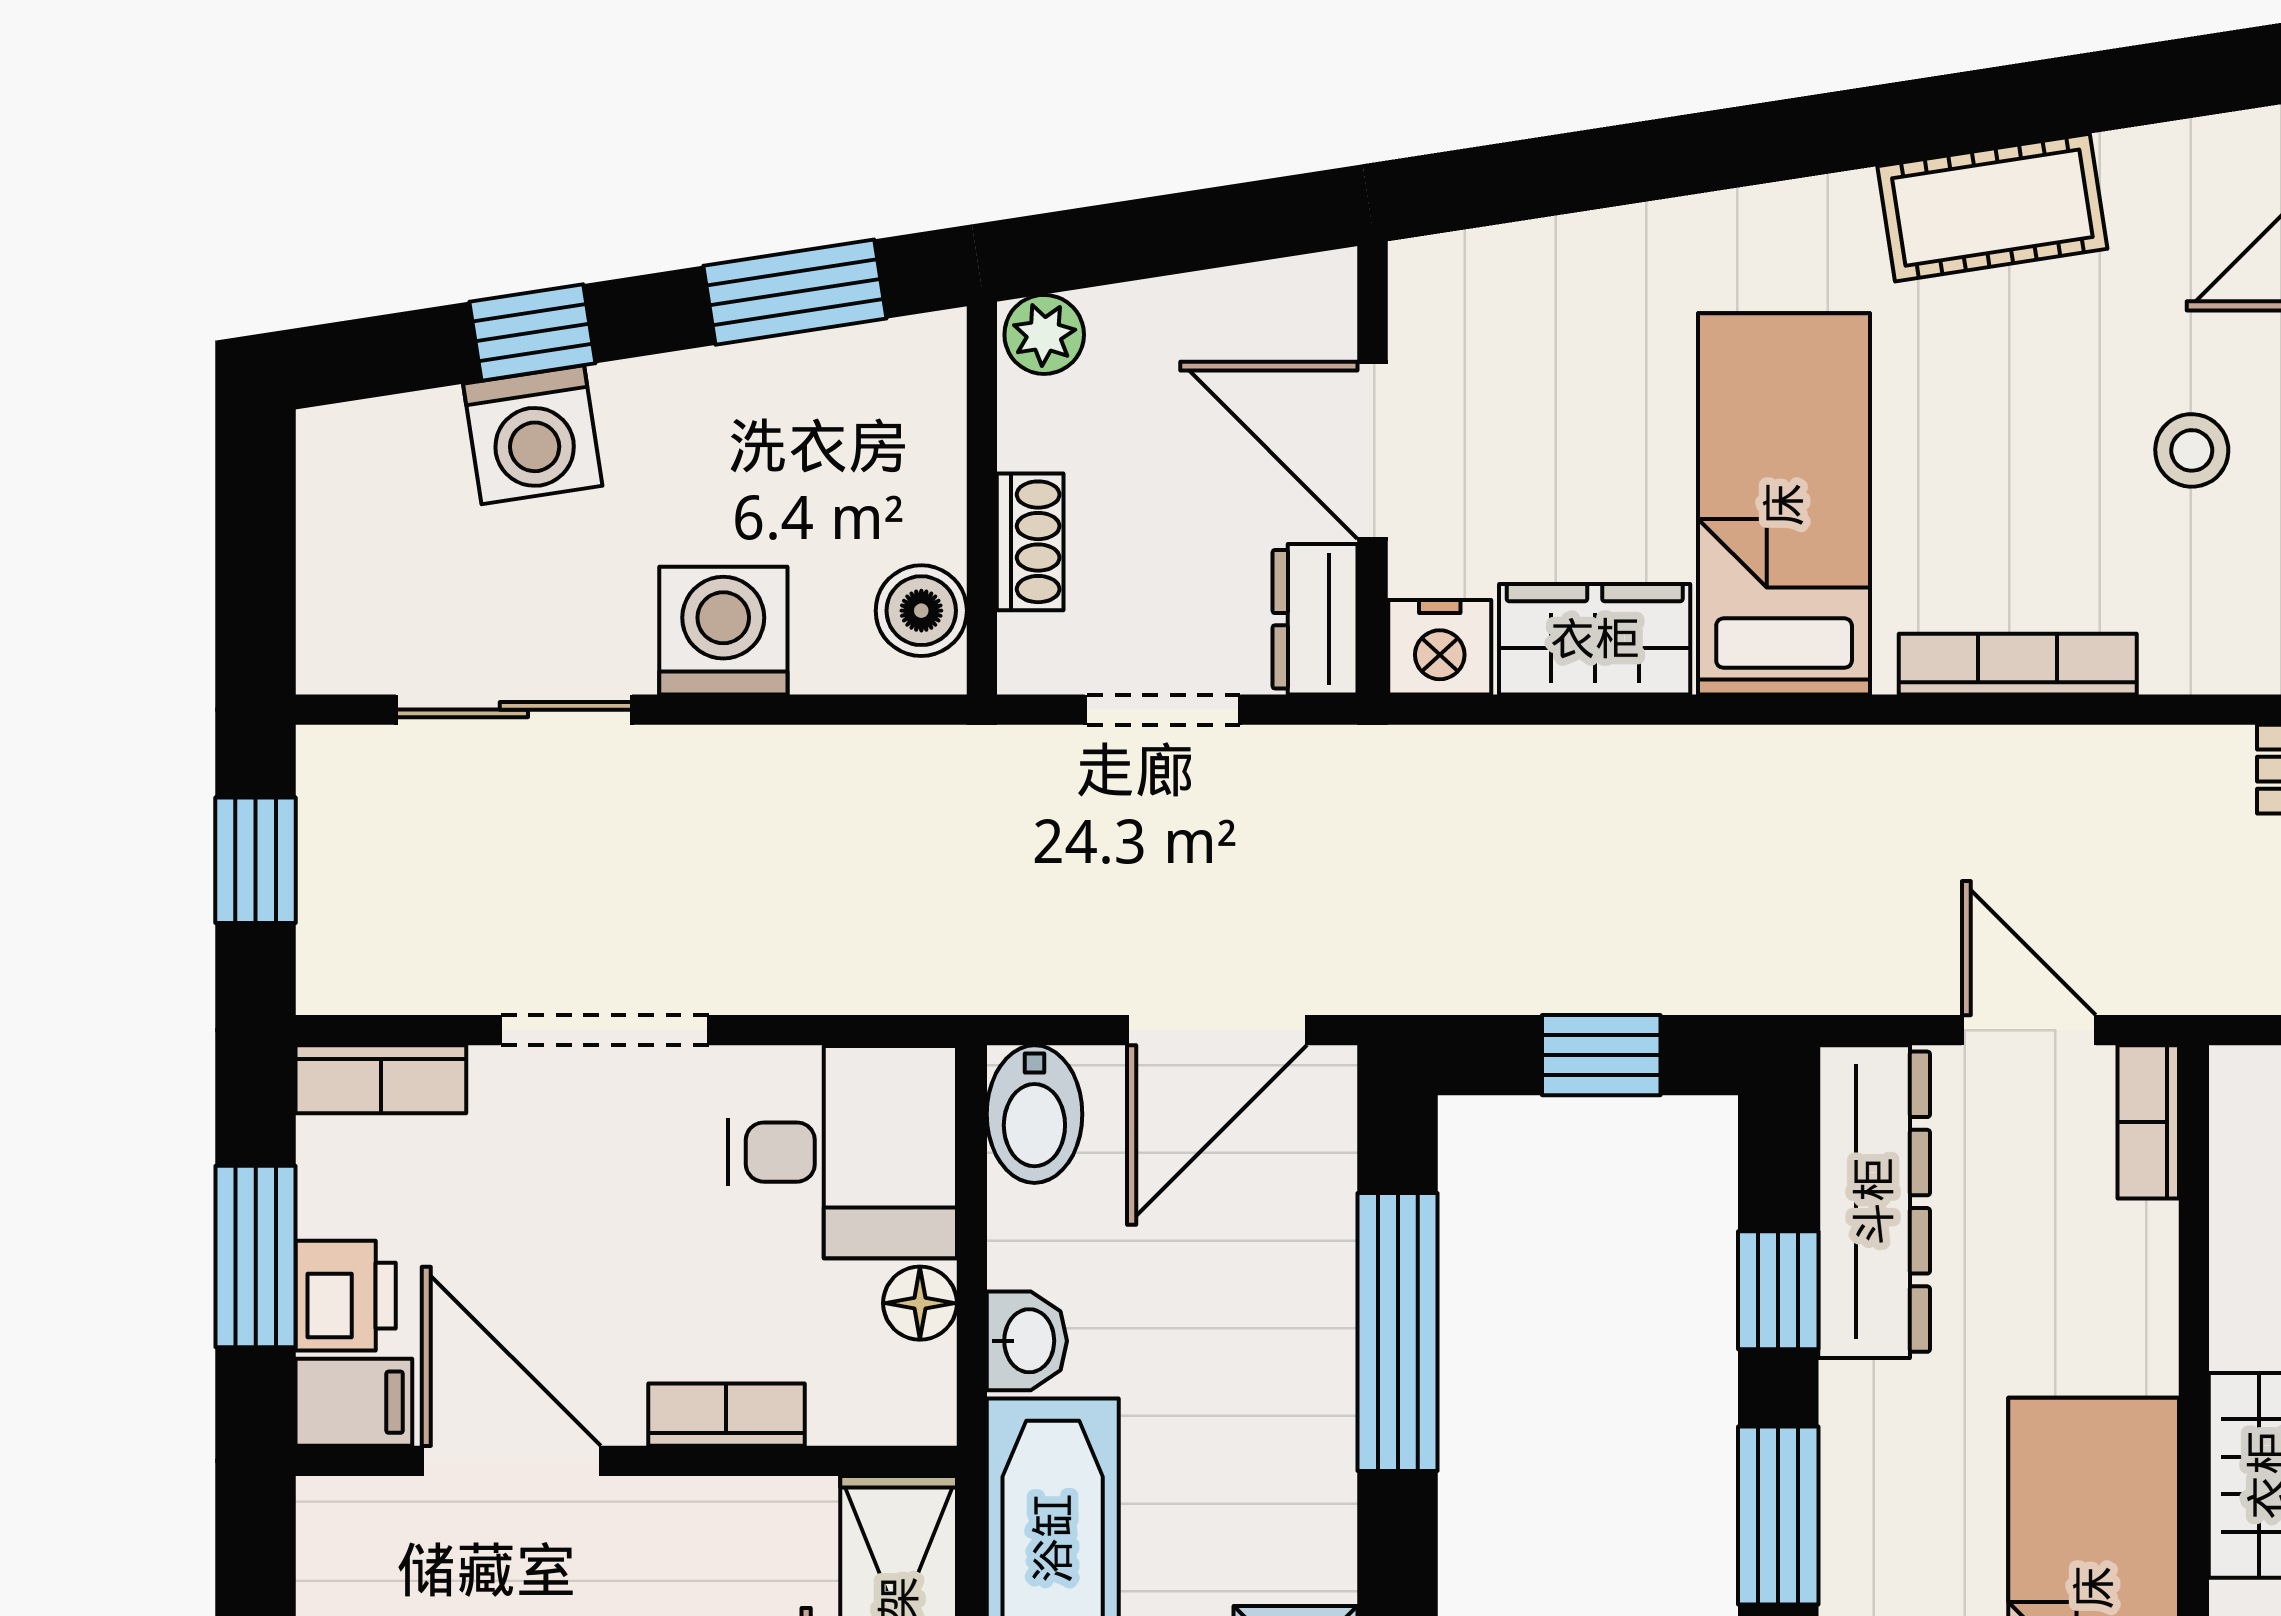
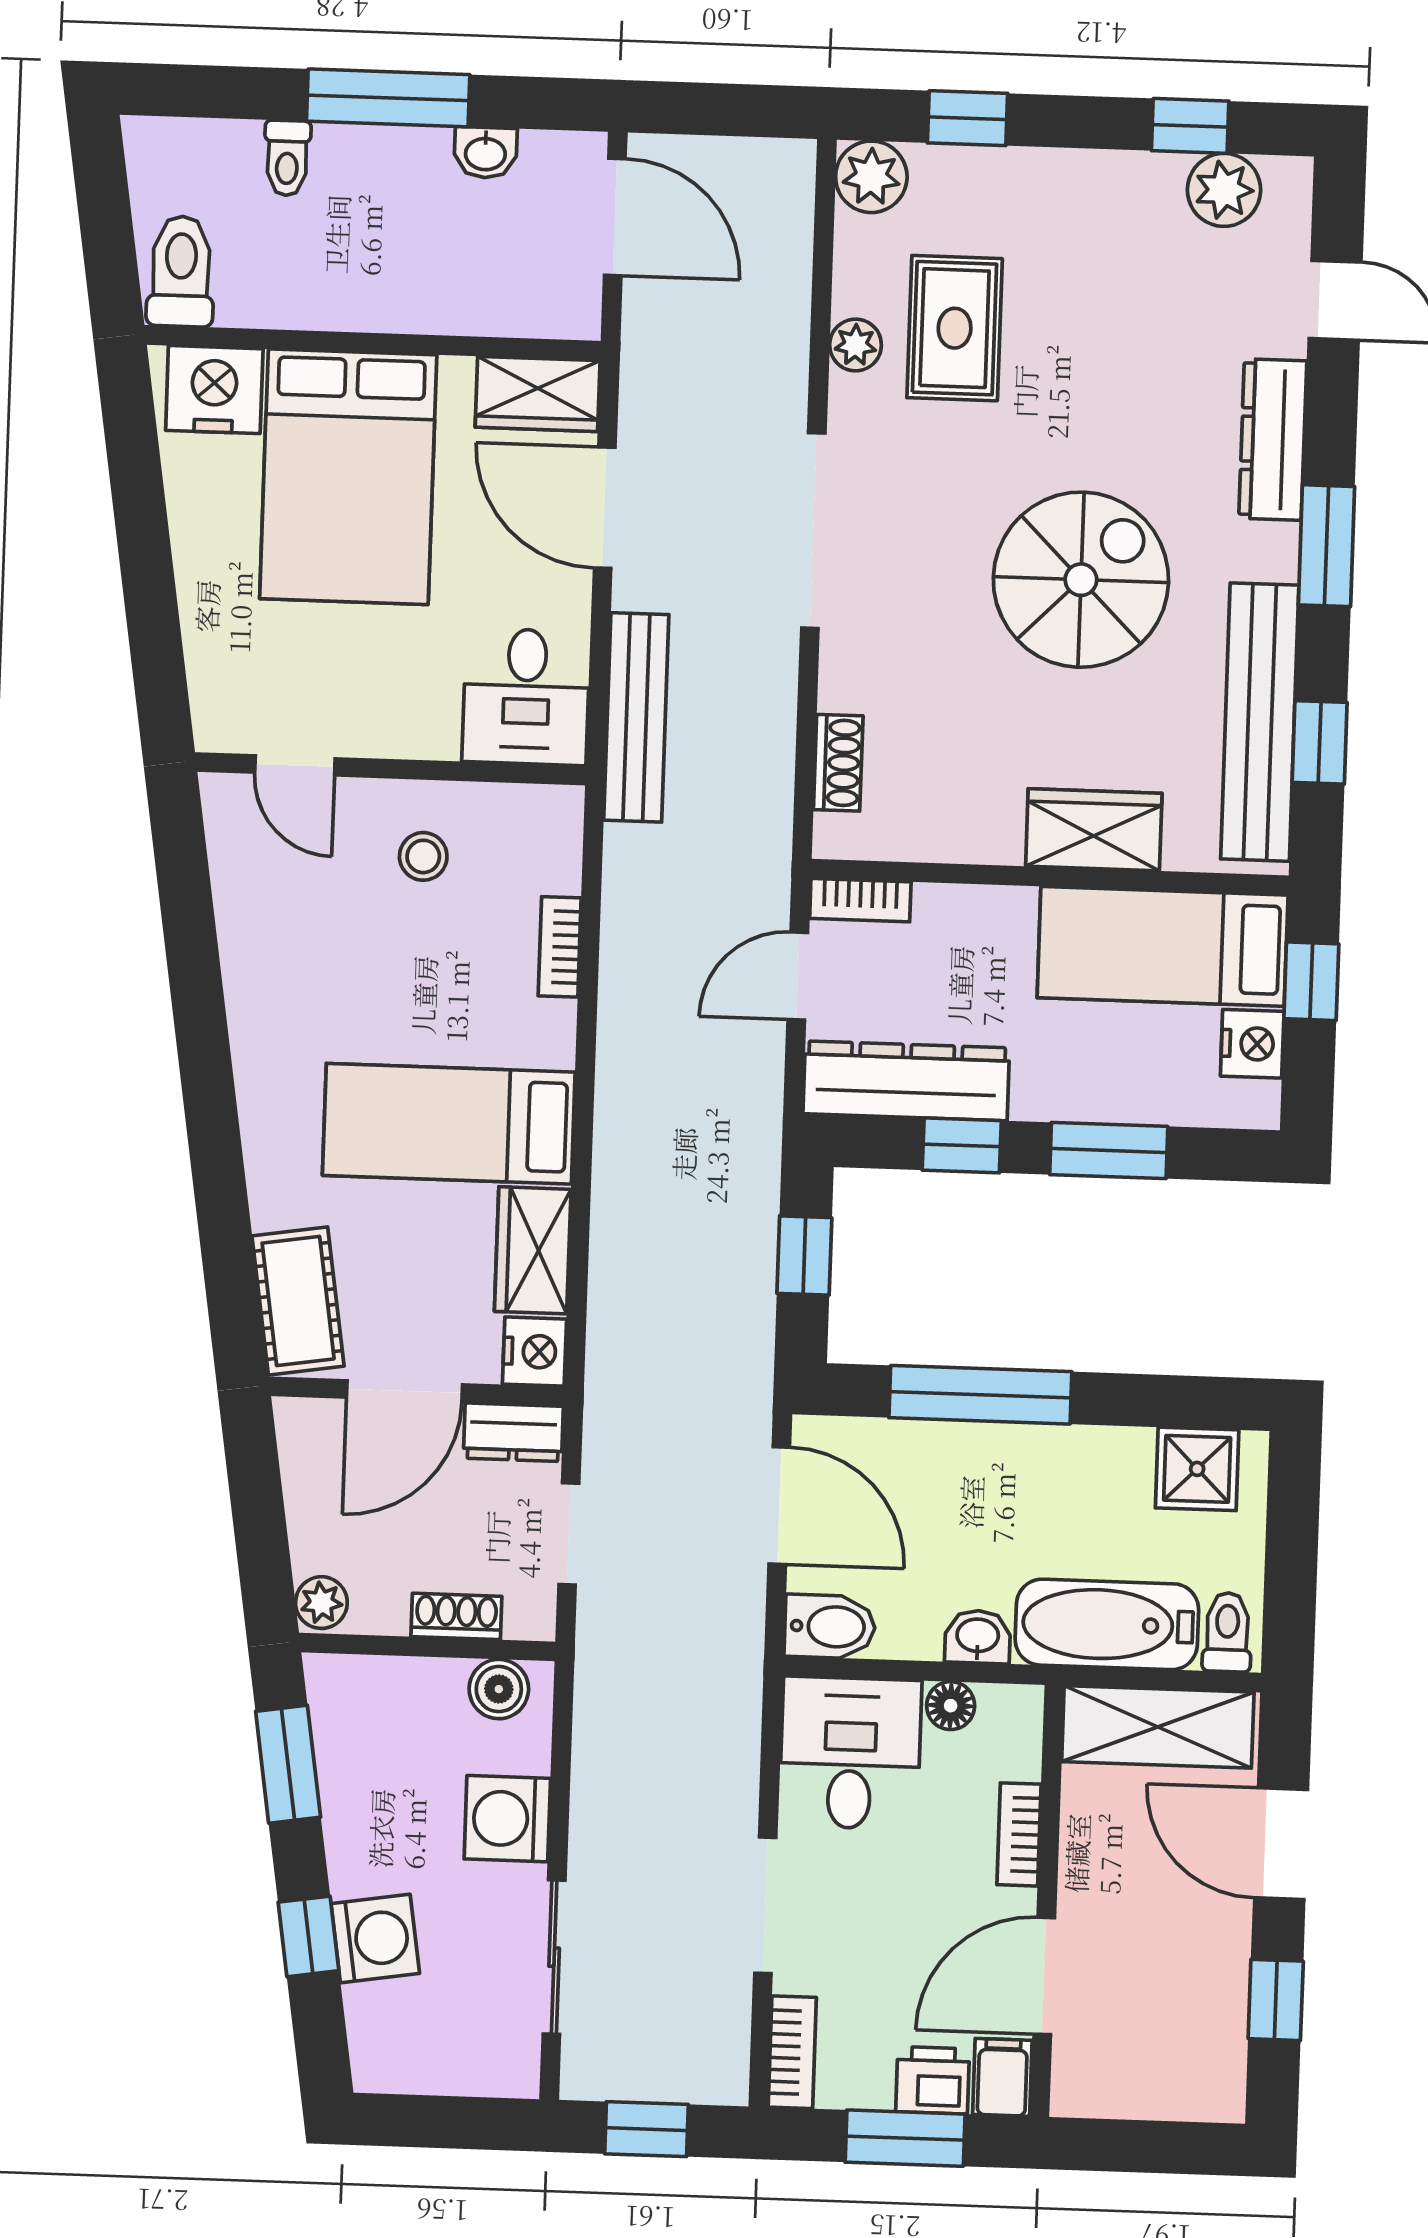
cot: (1992, 208) -> (298, 1301), moved
bookcase: (2018, 664) -> (560, 947), width x0.64

